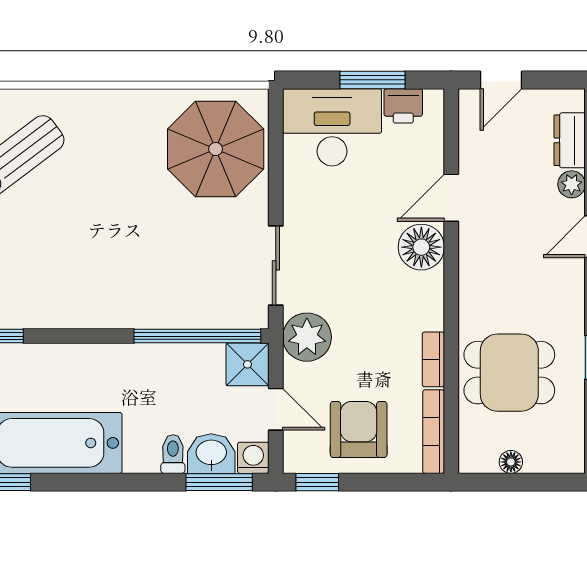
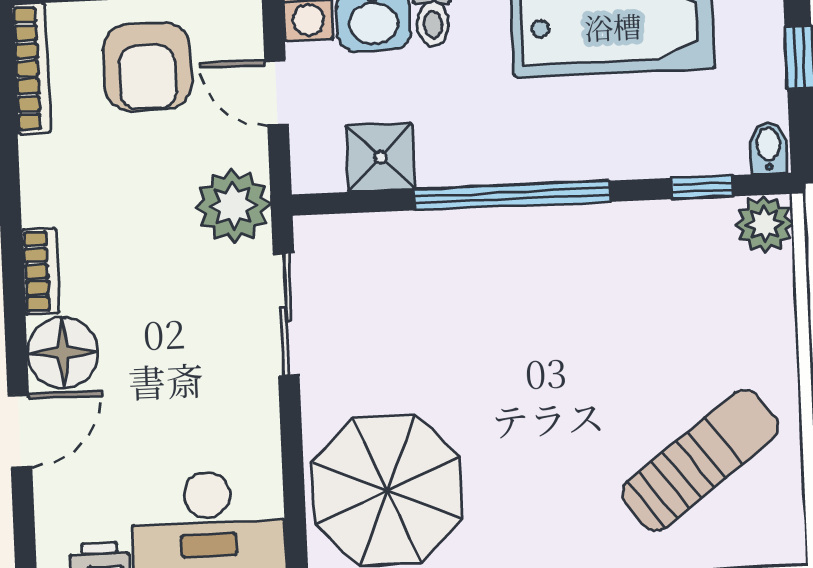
window: (197, 336) -> (512, 195), moved
bookcase: (433, 359) -> (41, 271), moved
shower: (247, 364) -> (380, 157), moved

